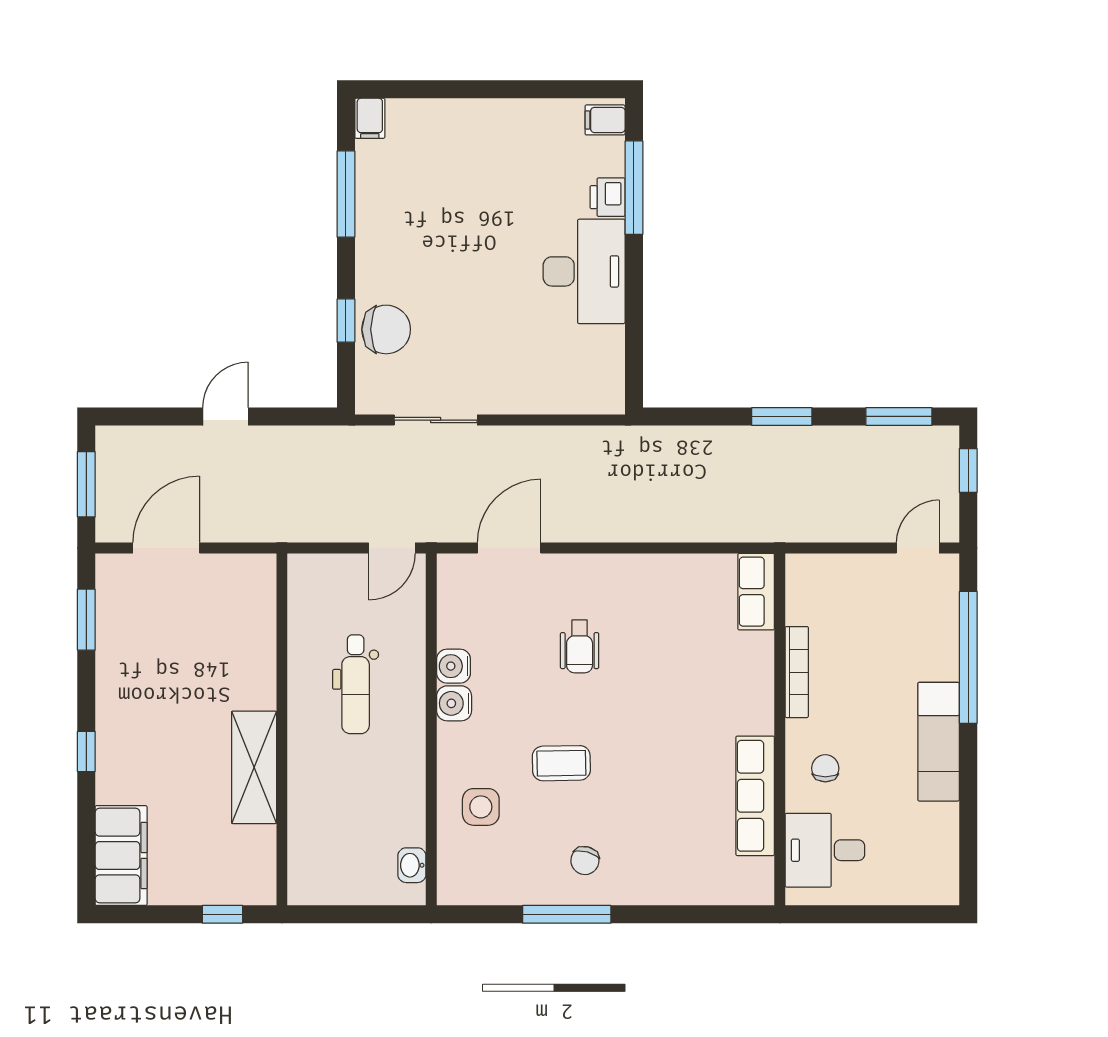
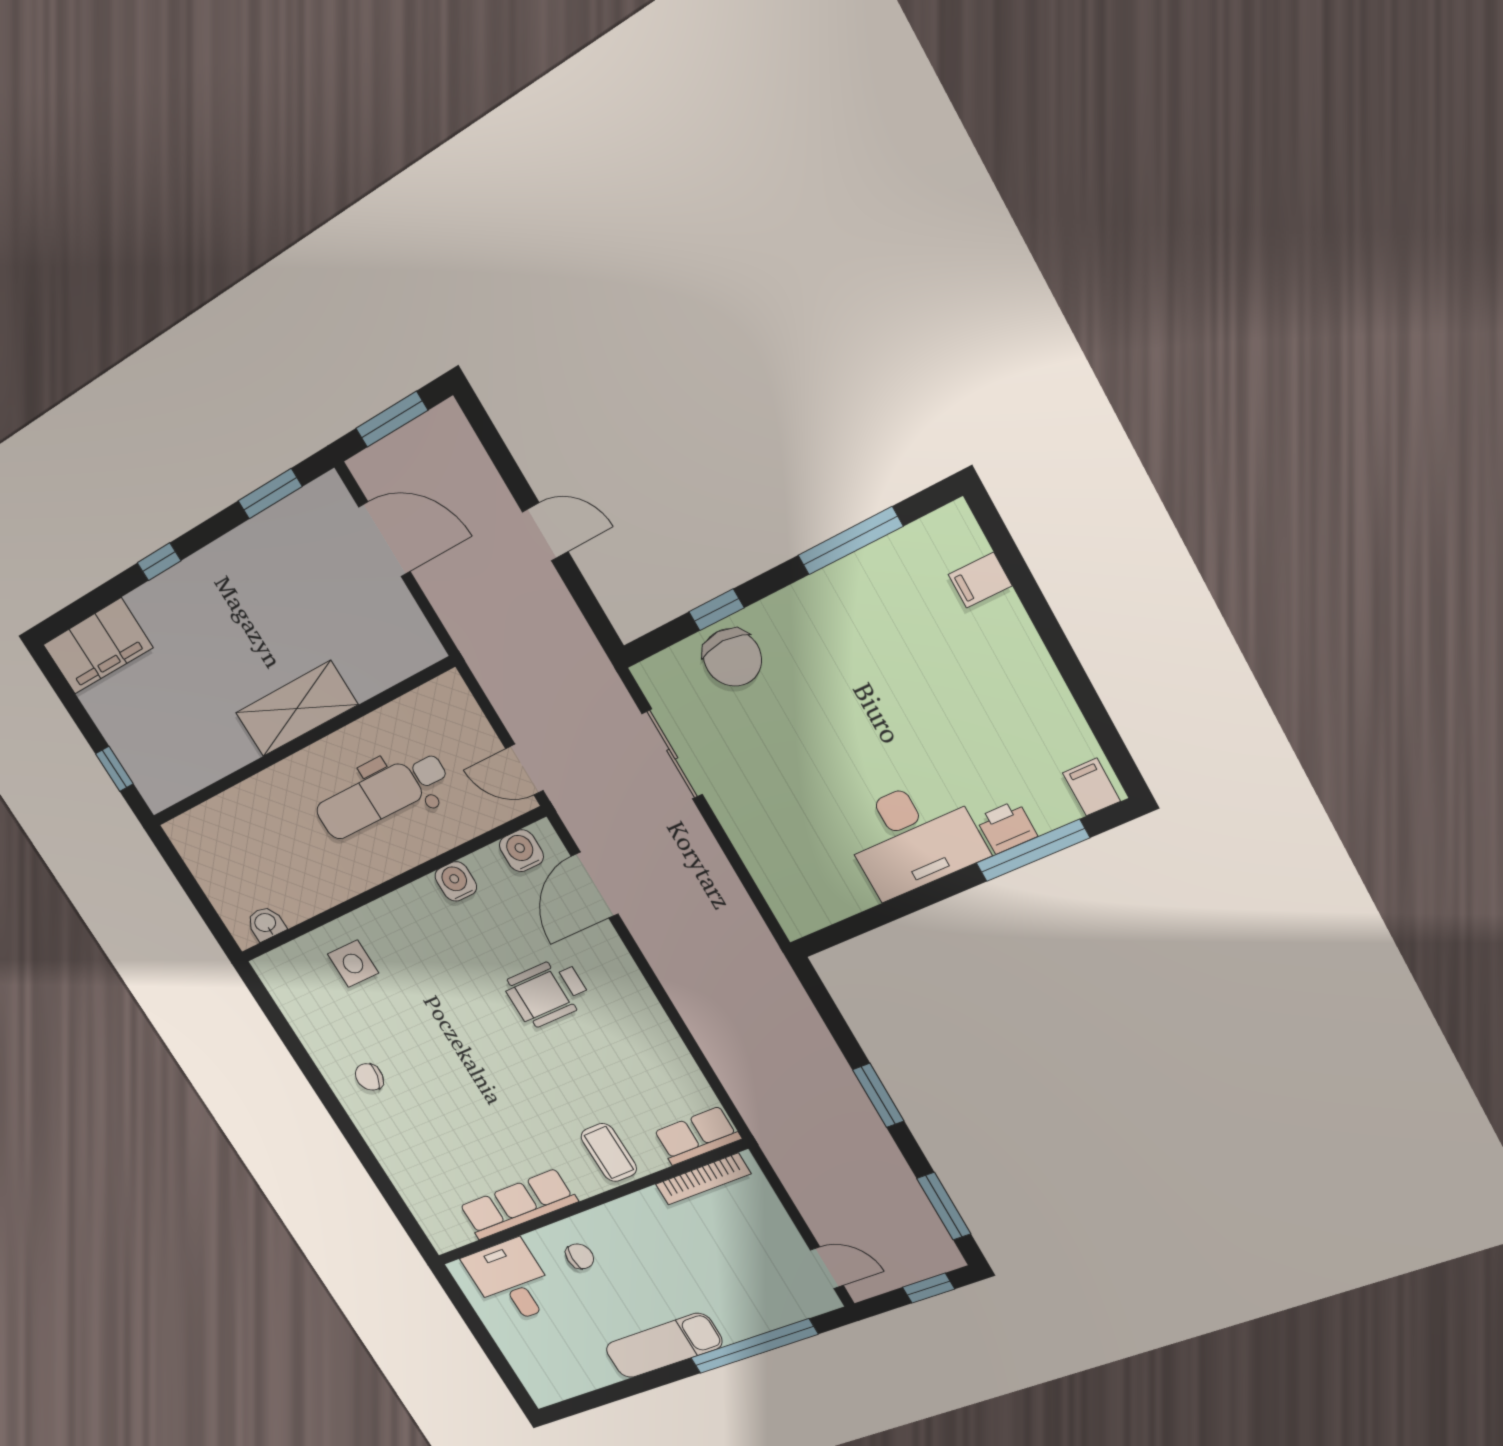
filing cabinet: (370, 118) -> (980, 580), moved
door: (509, 548) -> (595, 885), swing flipped
wheelchair: (580, 646) -> (547, 993), width x1.36, depth x1.37
bookcase: (797, 672) -> (703, 1179), moved
dental chair: (356, 684) -> (382, 795), width x1.36, depth x1.38
water cooler: (454, 703) -> (521, 851), moved
coffee table: (561, 763) -> (609, 1152), moved
shelving: (254, 767) -> (296, 709), moved
window: (567, 914) -> (316, 1080), removed

